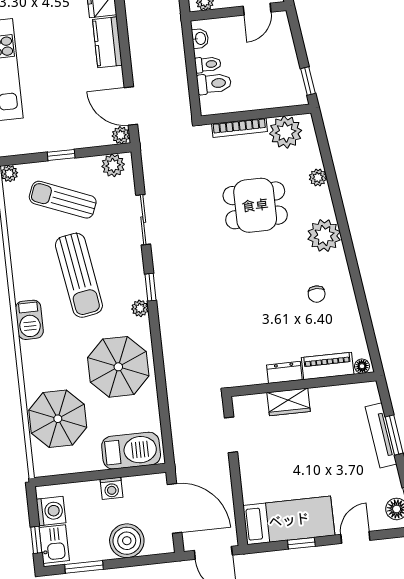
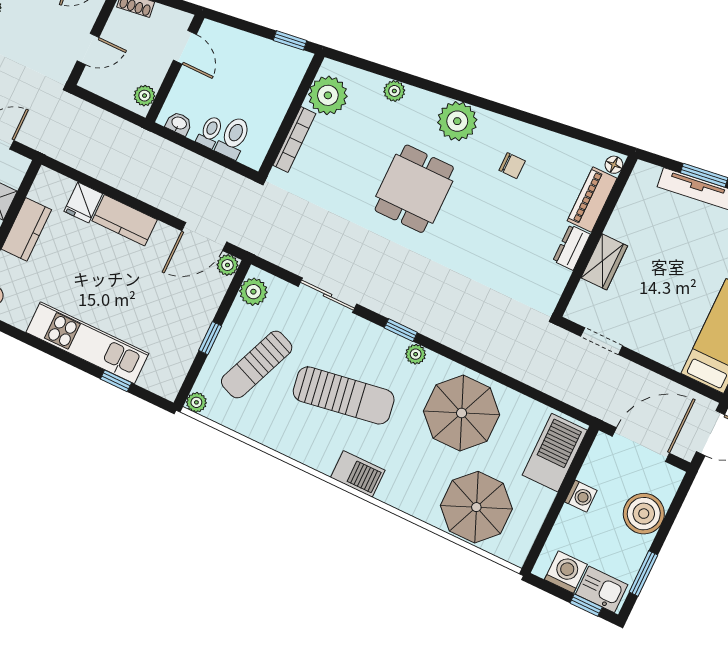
dining table: (255, 205) -> (414, 189), moved

